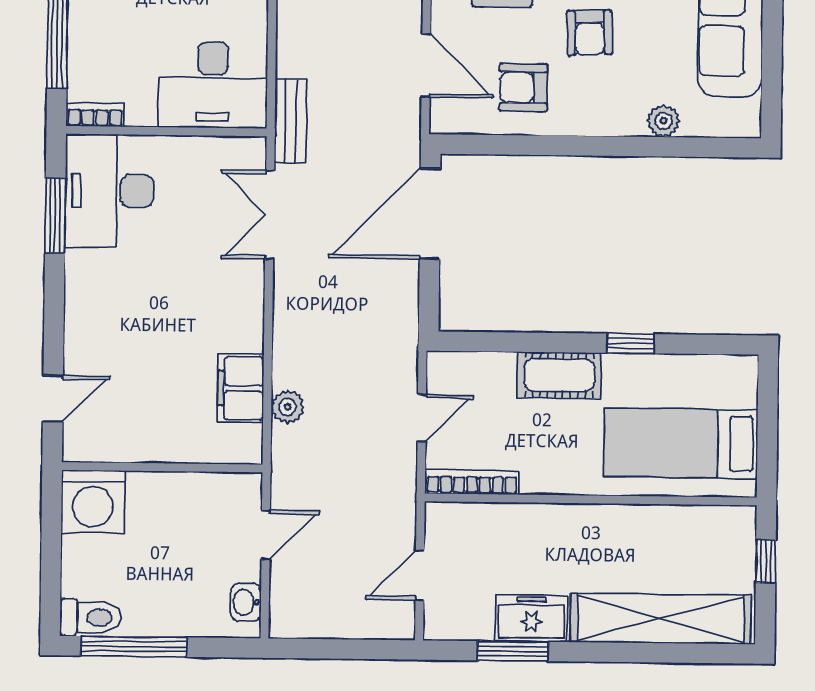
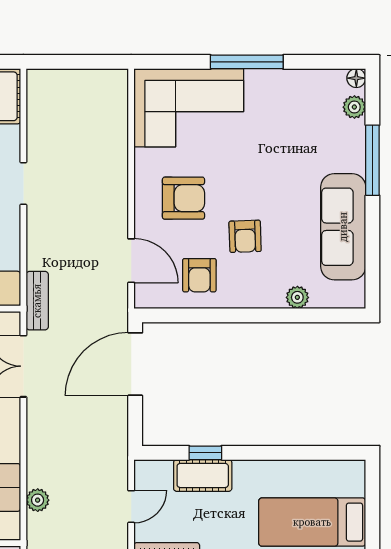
armchair: (523, 88) -> (199, 275), turned -90
window: (631, 343) -> (205, 453), moved
cot: (559, 375) -> (203, 475), moved

